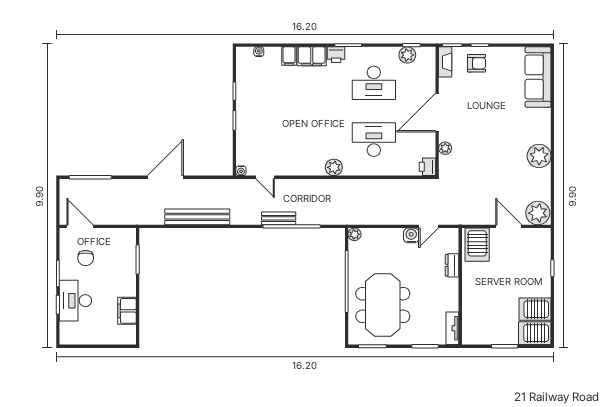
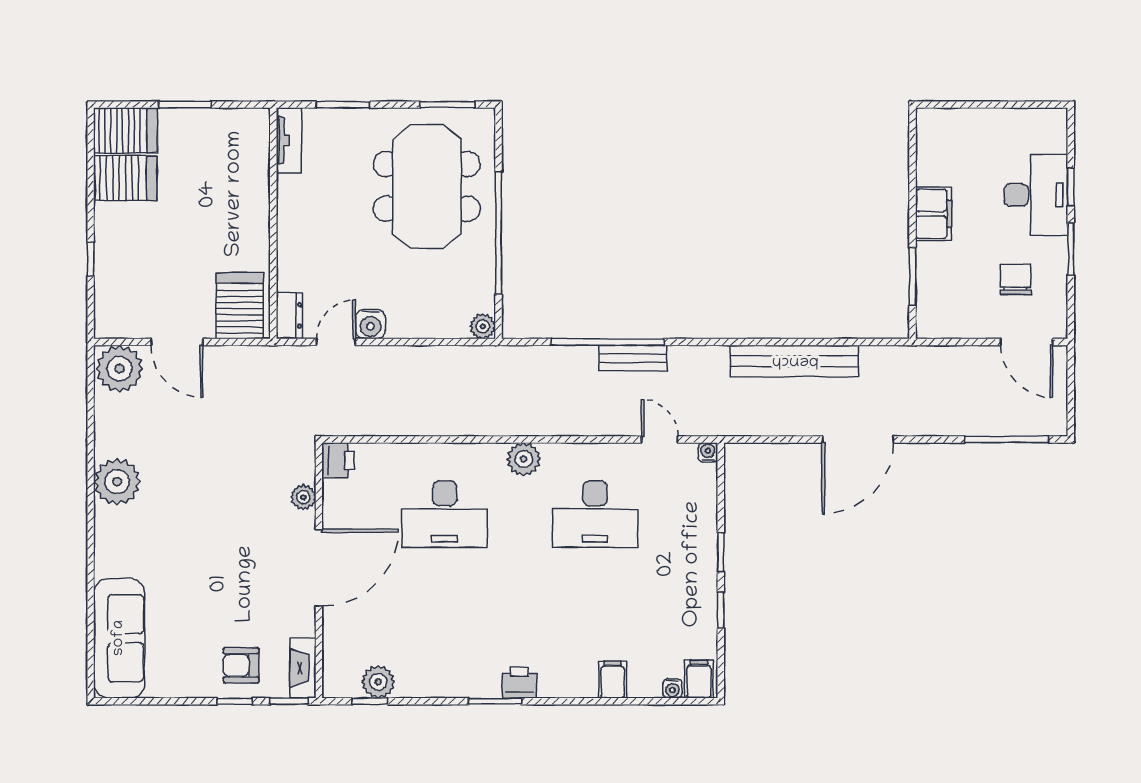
filing cabinet: (312, 56) -> (699, 679), moved, width x0.50
desk: (374, 83) -> (595, 514), moved, turned 180
dresser: (452, 265) -> (289, 316), moved
filing cabinet: (127, 311) -> (934, 214), moved

